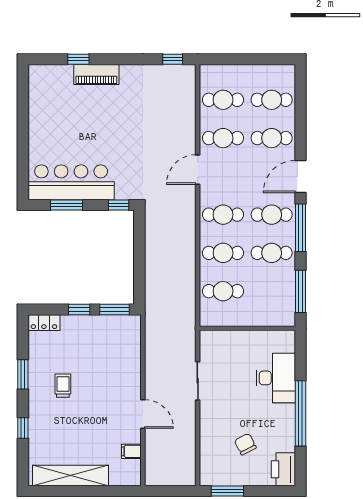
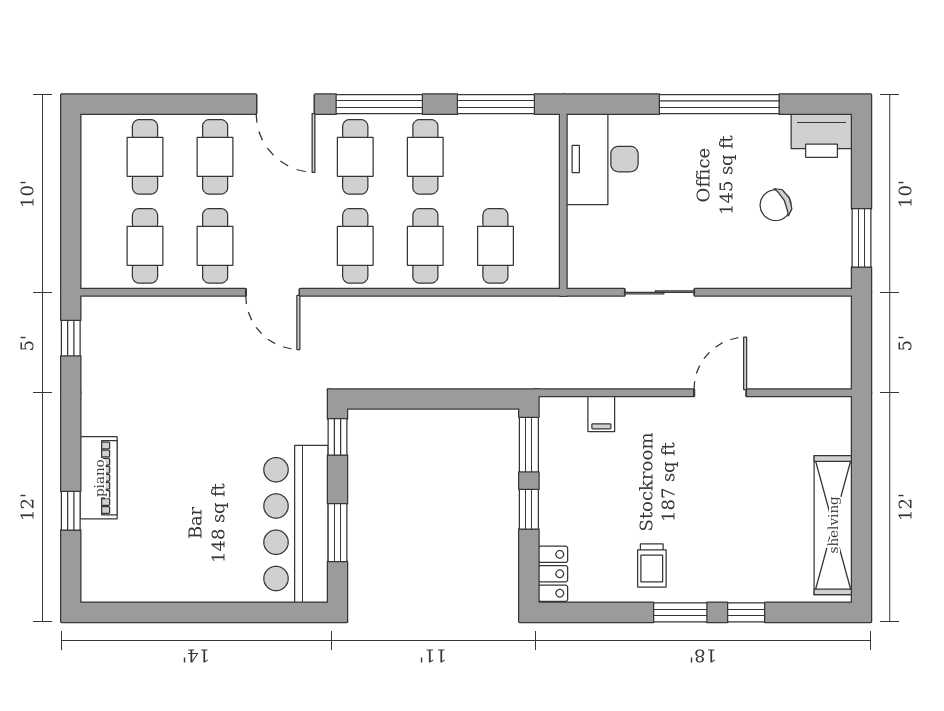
window: (23, 374) -> (680, 612), moved
desk: (276, 378) -> (602, 159), moved, turned -90
trolley: (63, 386) -> (652, 565), moved, turned -90
filing cabinet: (131, 451) -> (601, 414), moved

